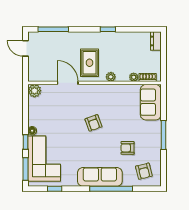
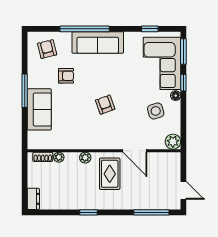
sofa: (151, 102) -> (39, 109), moved
side table: (50, 117) -> (156, 111), added

